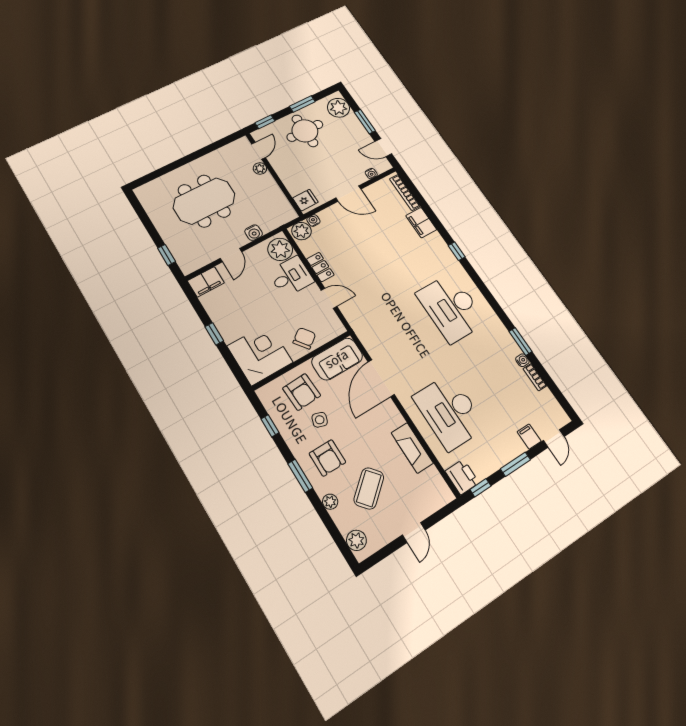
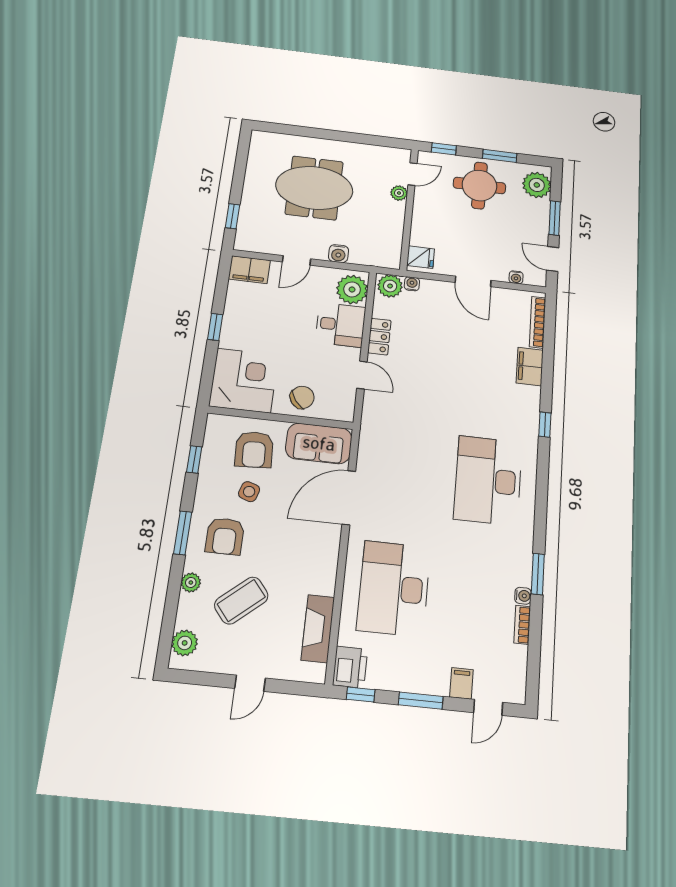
fireplace: (412, 448) -> (318, 629), moved

